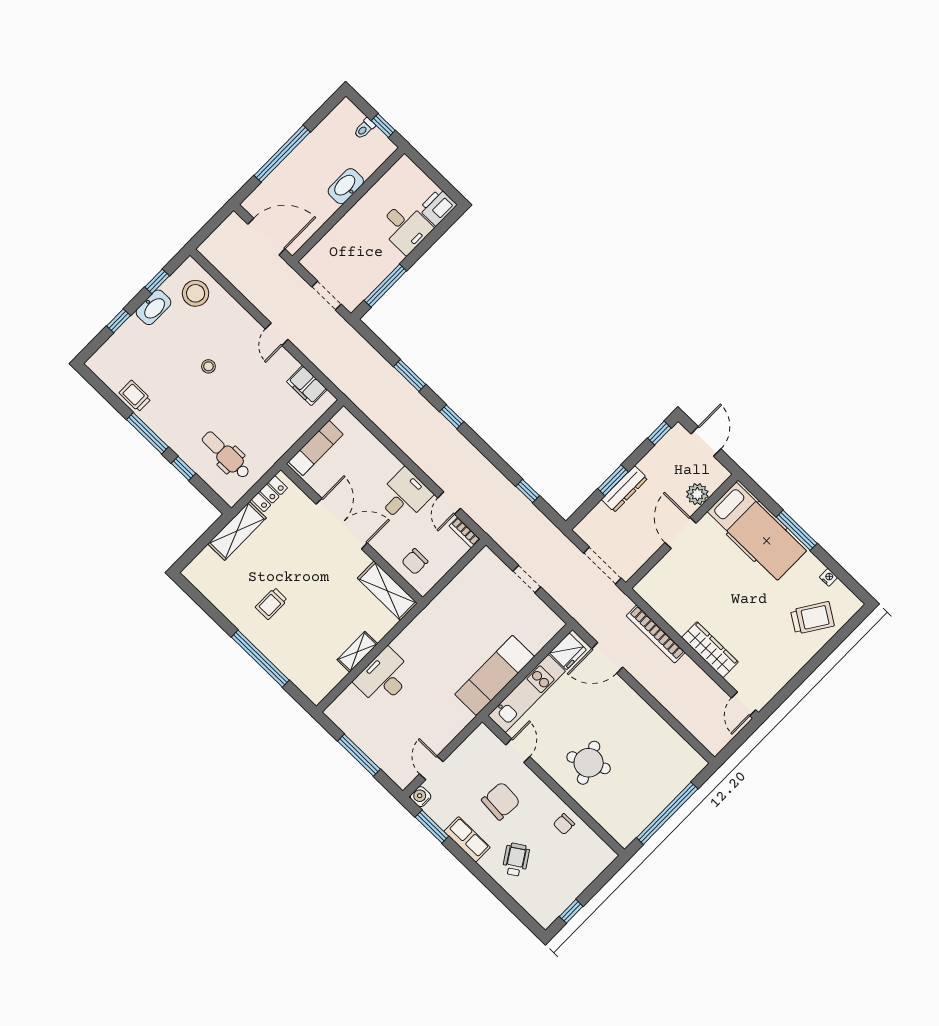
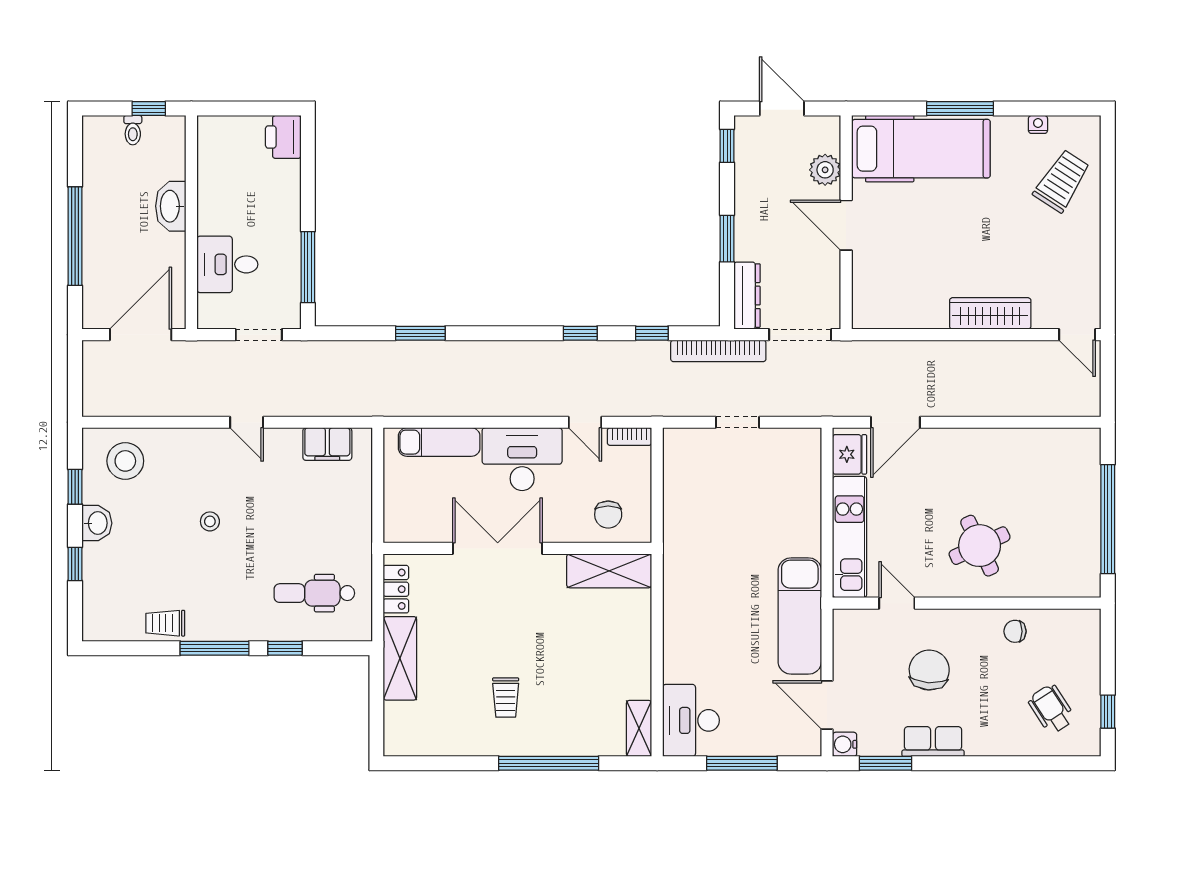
desk: (405, 227) -> (227, 264), moved, turned 180
washbasin: (153, 307) -> (97, 523), width x0.72
window: (452, 417) -> (580, 333), moved
exam couch: (316, 448) -> (439, 442), moved, turned 90
dresser: (624, 489) -> (747, 296), moved
desk: (404, 496) -> (522, 459), width x1.37
bookcase: (656, 634) -> (718, 351), moved
shelving: (357, 652) -> (639, 728), moved
exam couch: (495, 675) -> (800, 616), moved
desk: (384, 677) -> (691, 720), moved
door: (431, 768) -> (827, 705), width x1.38
chair: (564, 824) -> (1015, 631), turned 90
wheelchair: (516, 860) -> (1052, 709), moved

